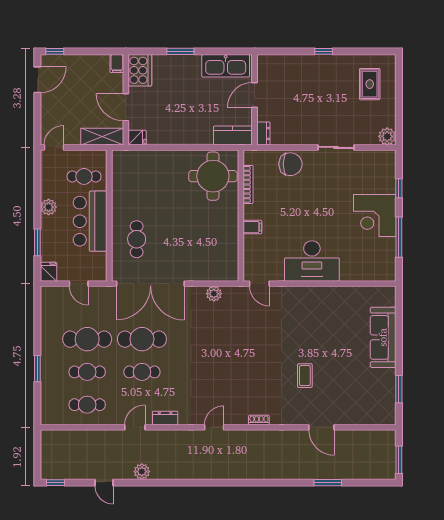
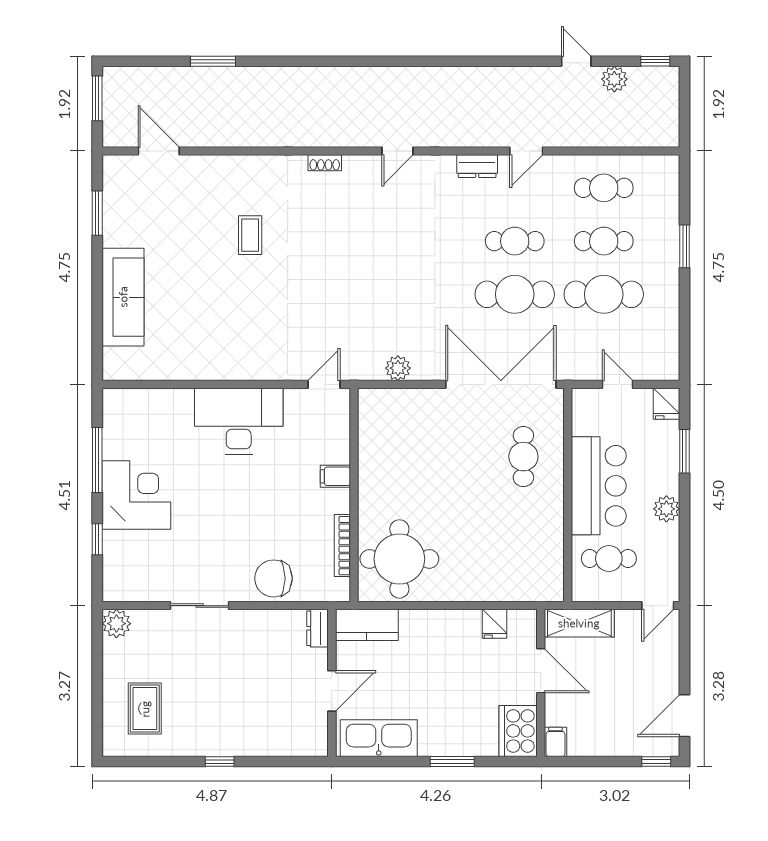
fridge: (137, 138) -> (495, 624), moved, turned -90
door: (259, 284) -> (324, 384), hinge flipped
door: (321, 427) -> (159, 151), moved
plant: (142, 472) -> (614, 79), moved

